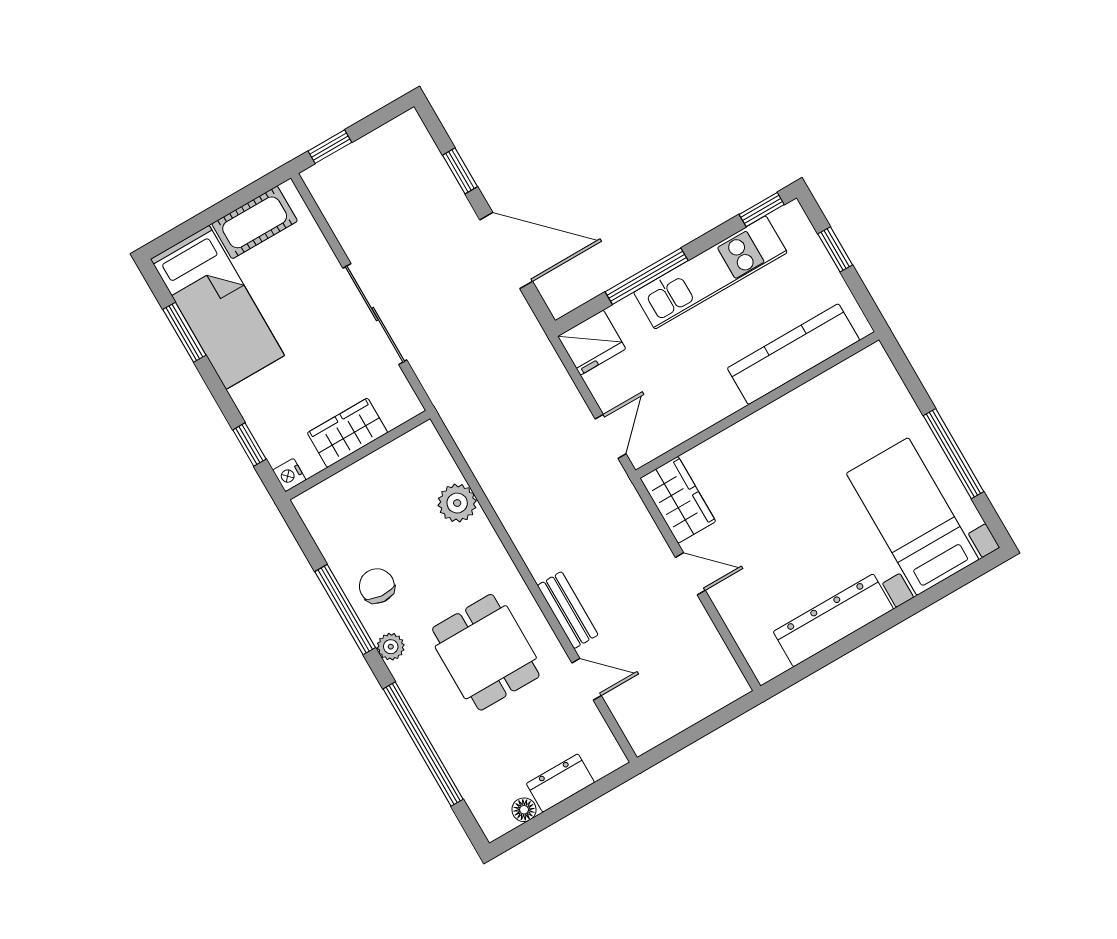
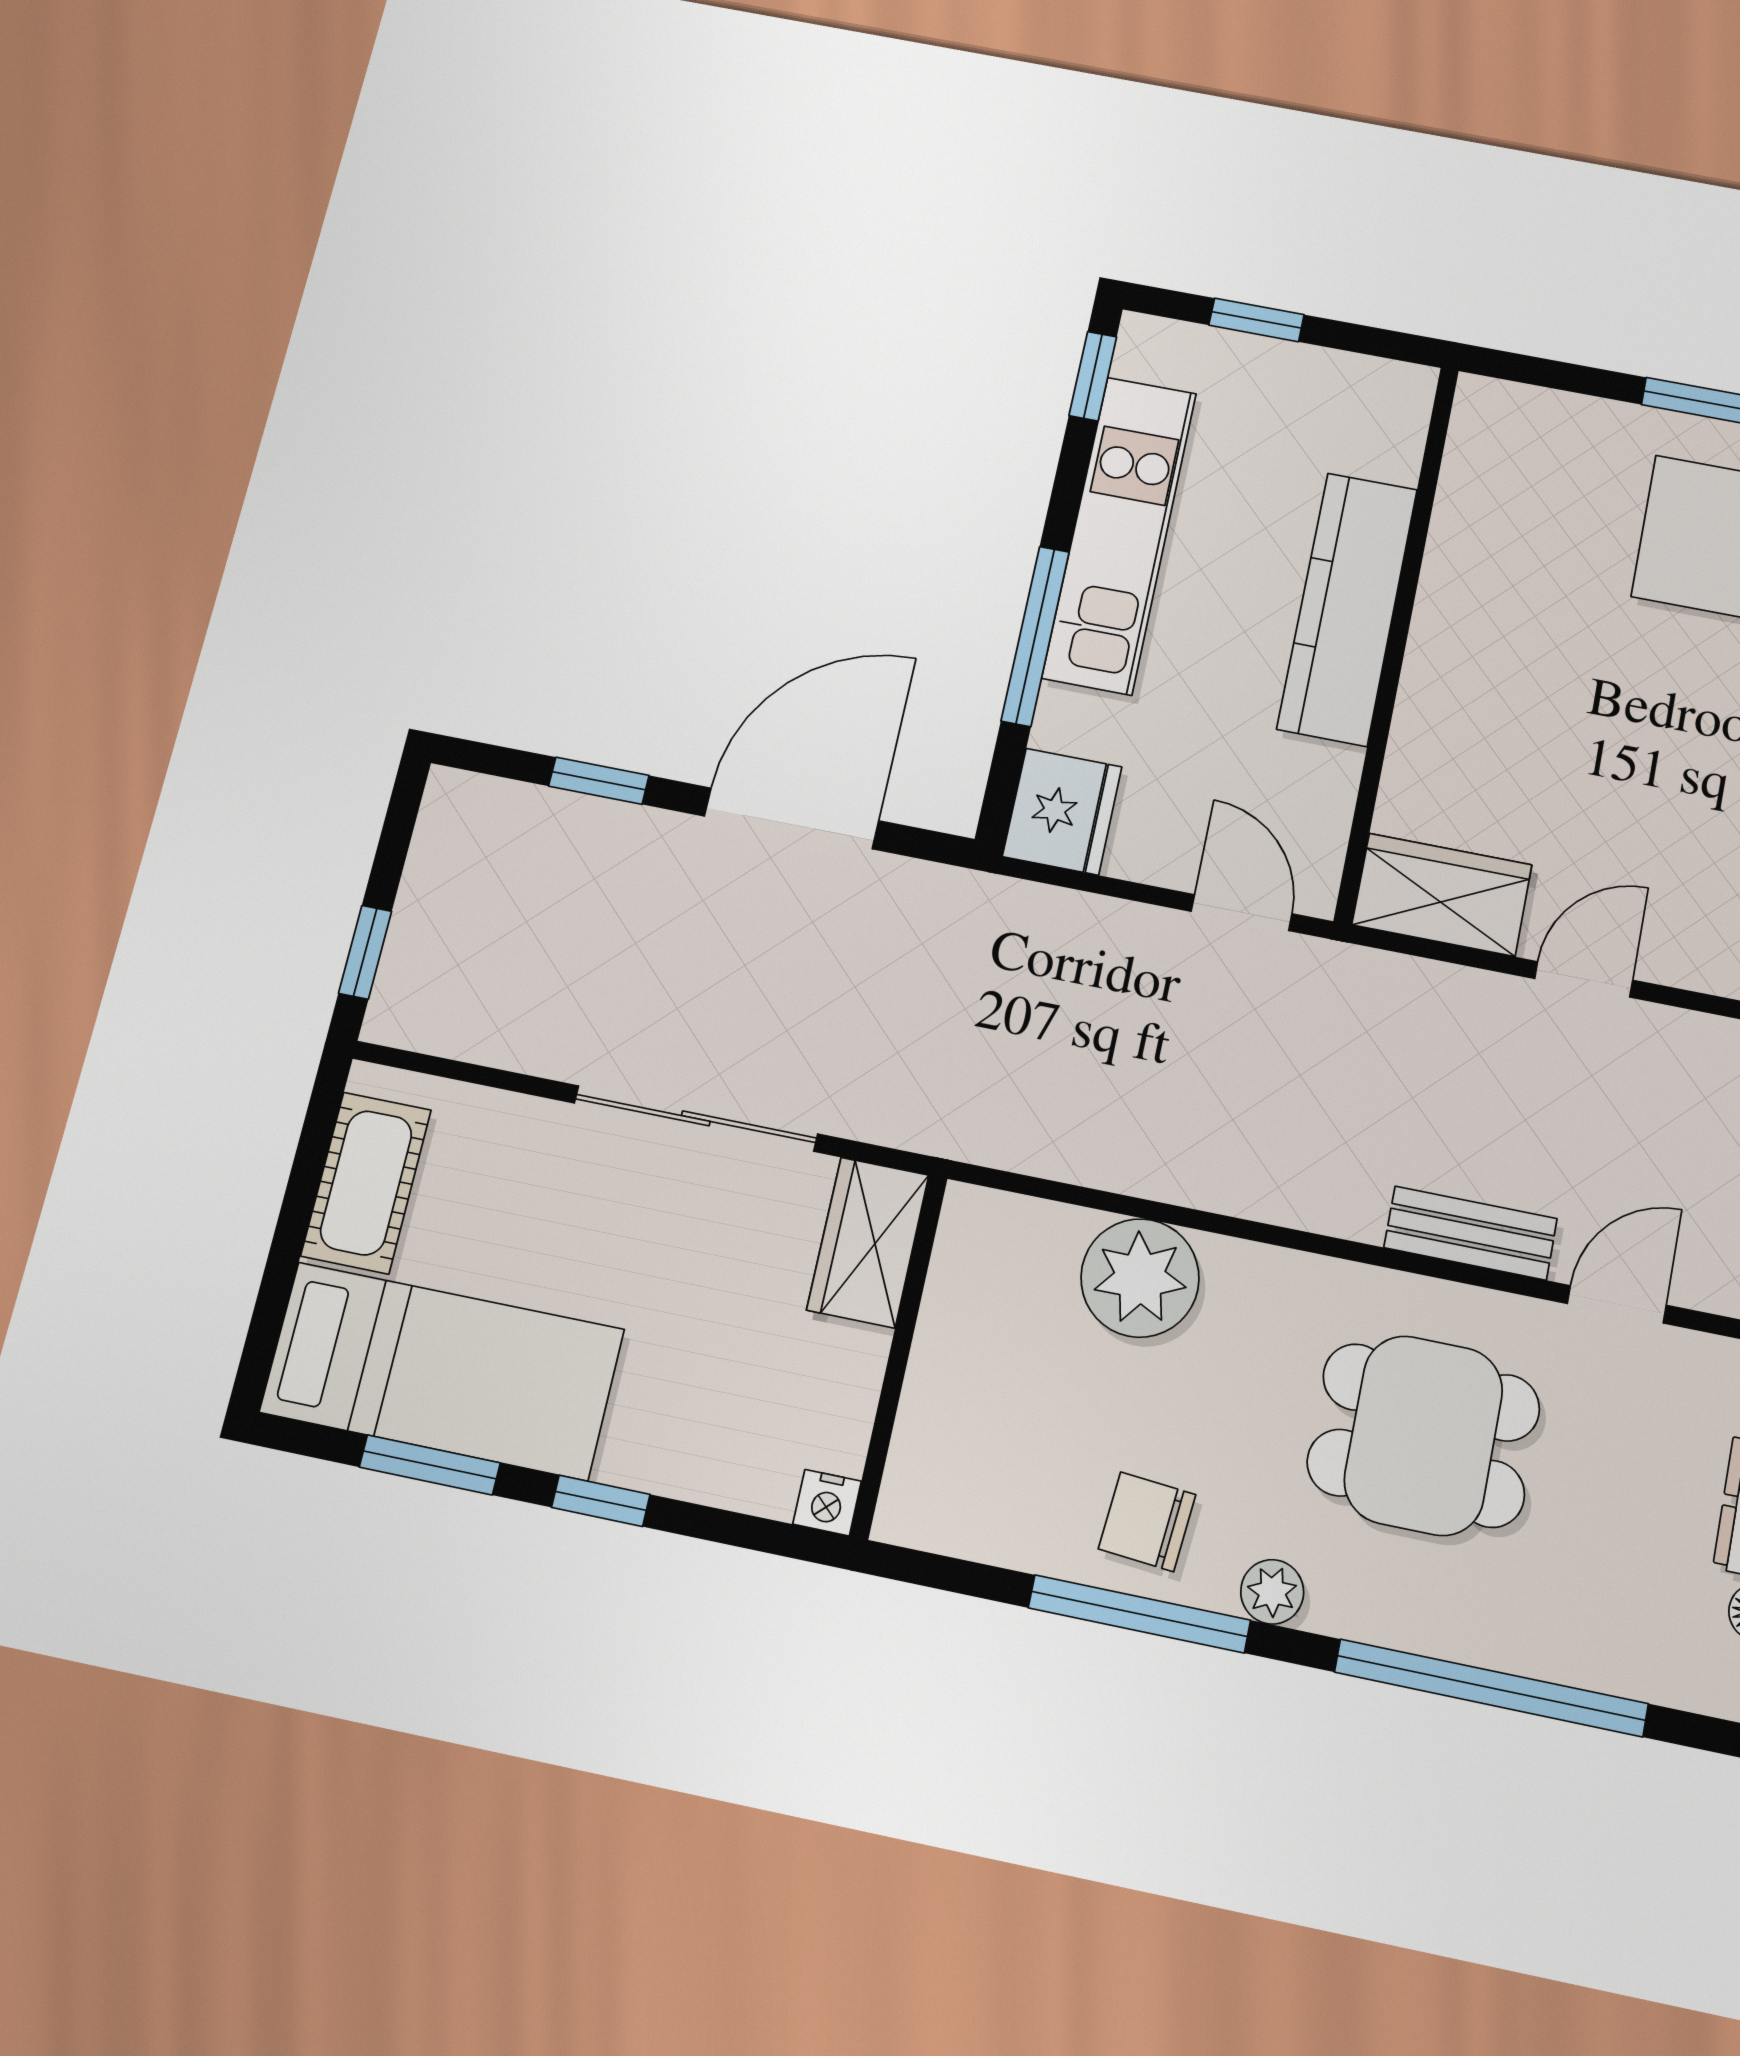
kitchen counter: (793, 354) -> (1347, 609), moved
wardrobe: (347, 433) -> (868, 1242), moved
window: (249, 444) -> (601, 1501), moved
plant: (457, 503) -> (1140, 1278), width x1.36, depth x1.36

